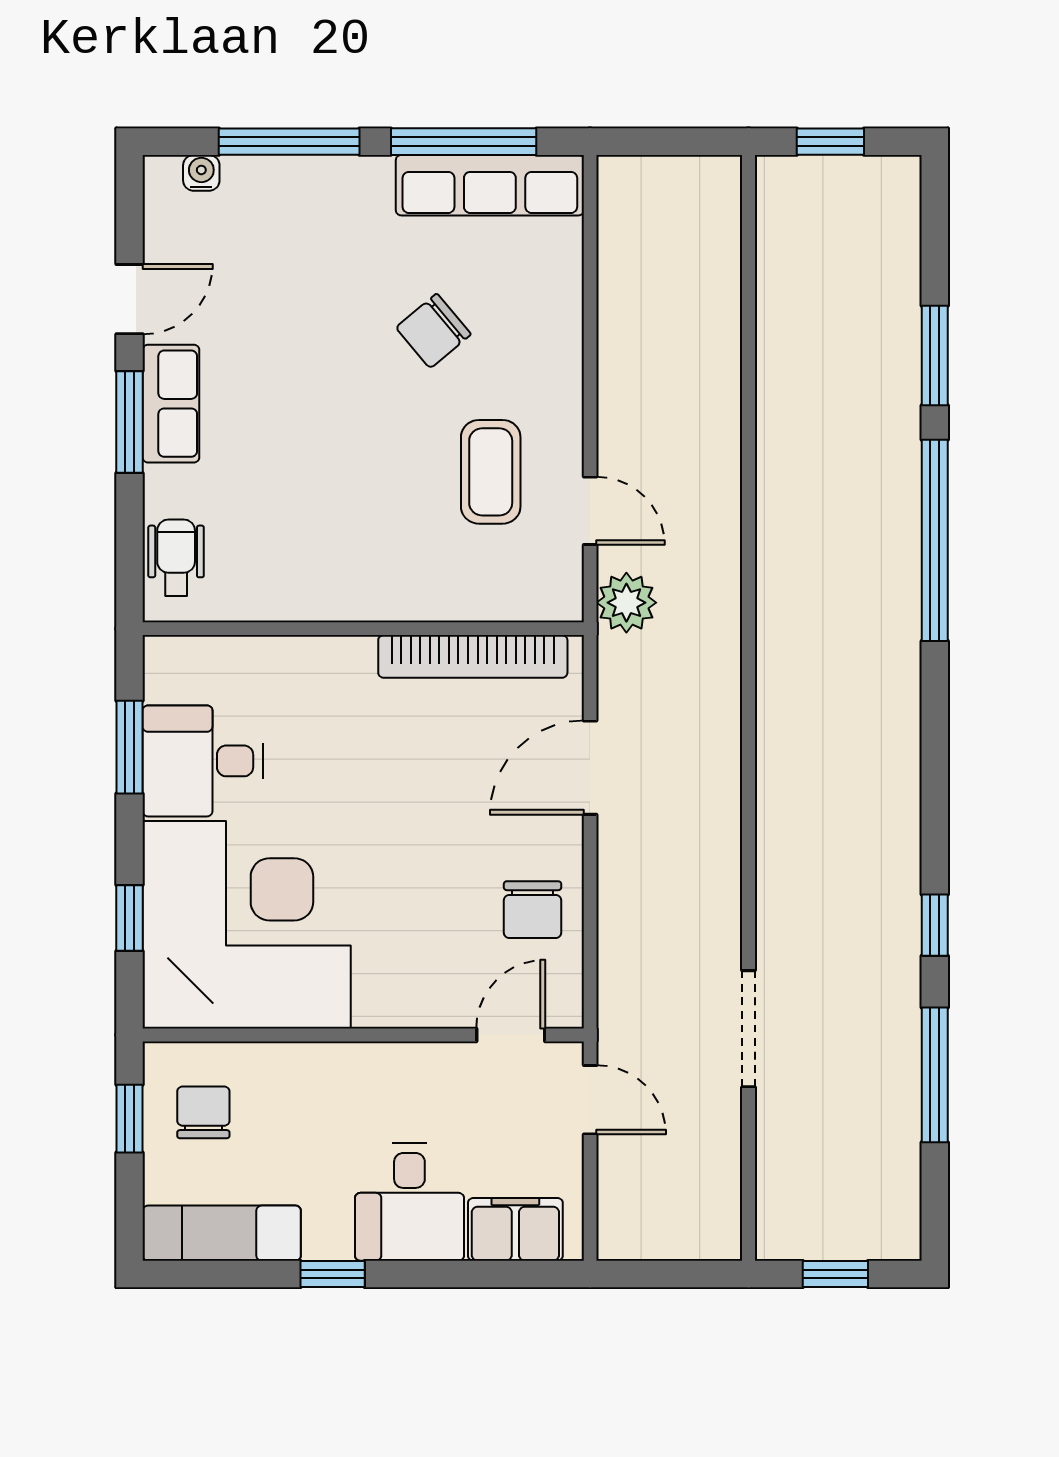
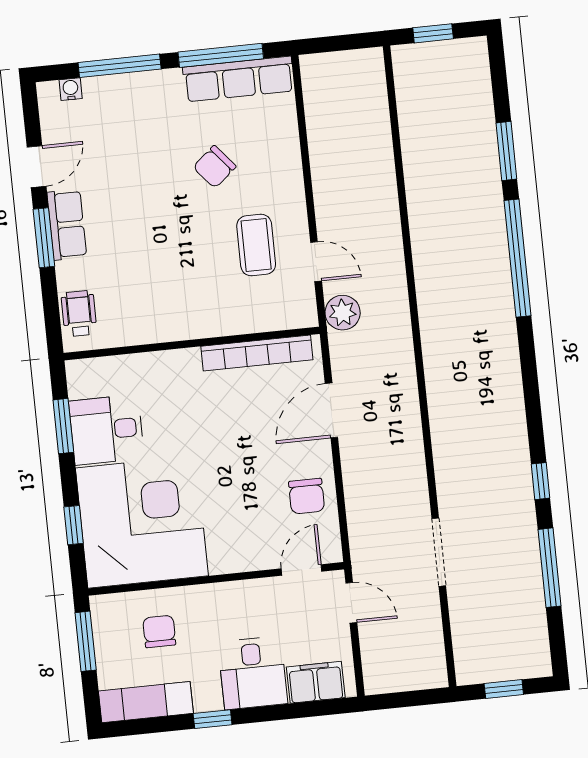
chair: (203, 1112) -> (159, 631), moved
window: (129, 1119) -> (86, 641), width x1.50

